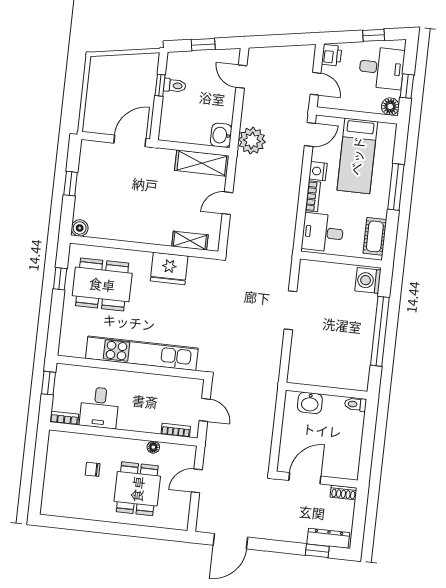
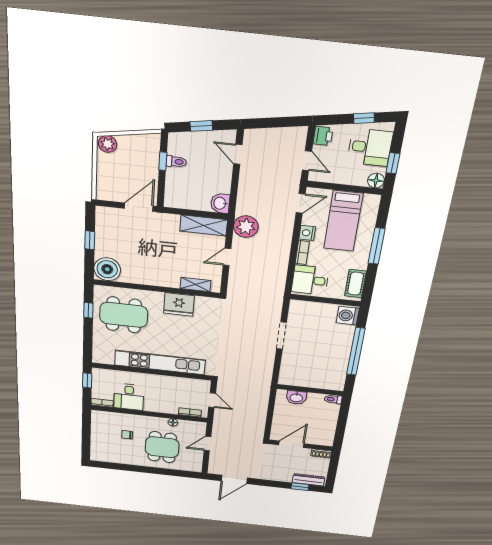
plant: (101, 65) -> (108, 144), added
plant: (252, 141) -> (246, 227), moved
boiler: (80, 228) -> (107, 269), width x1.86, depth x1.86

